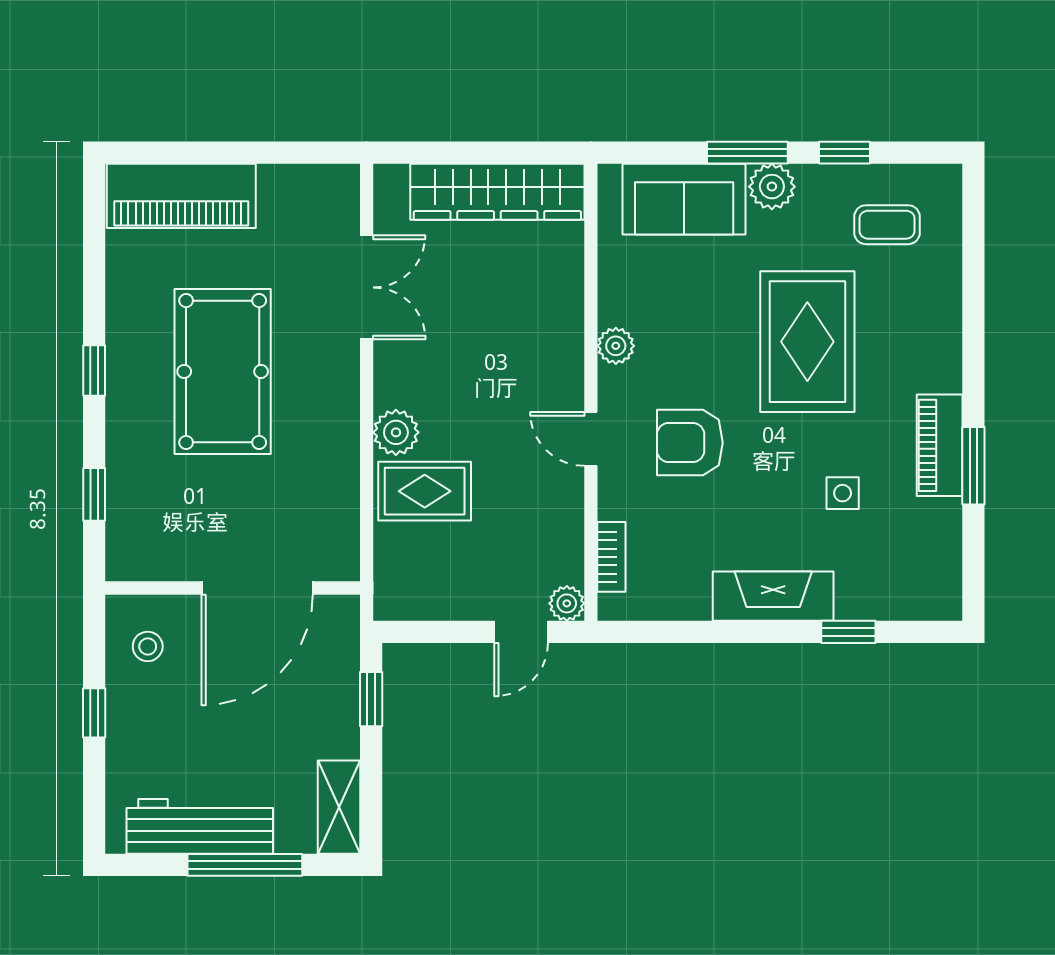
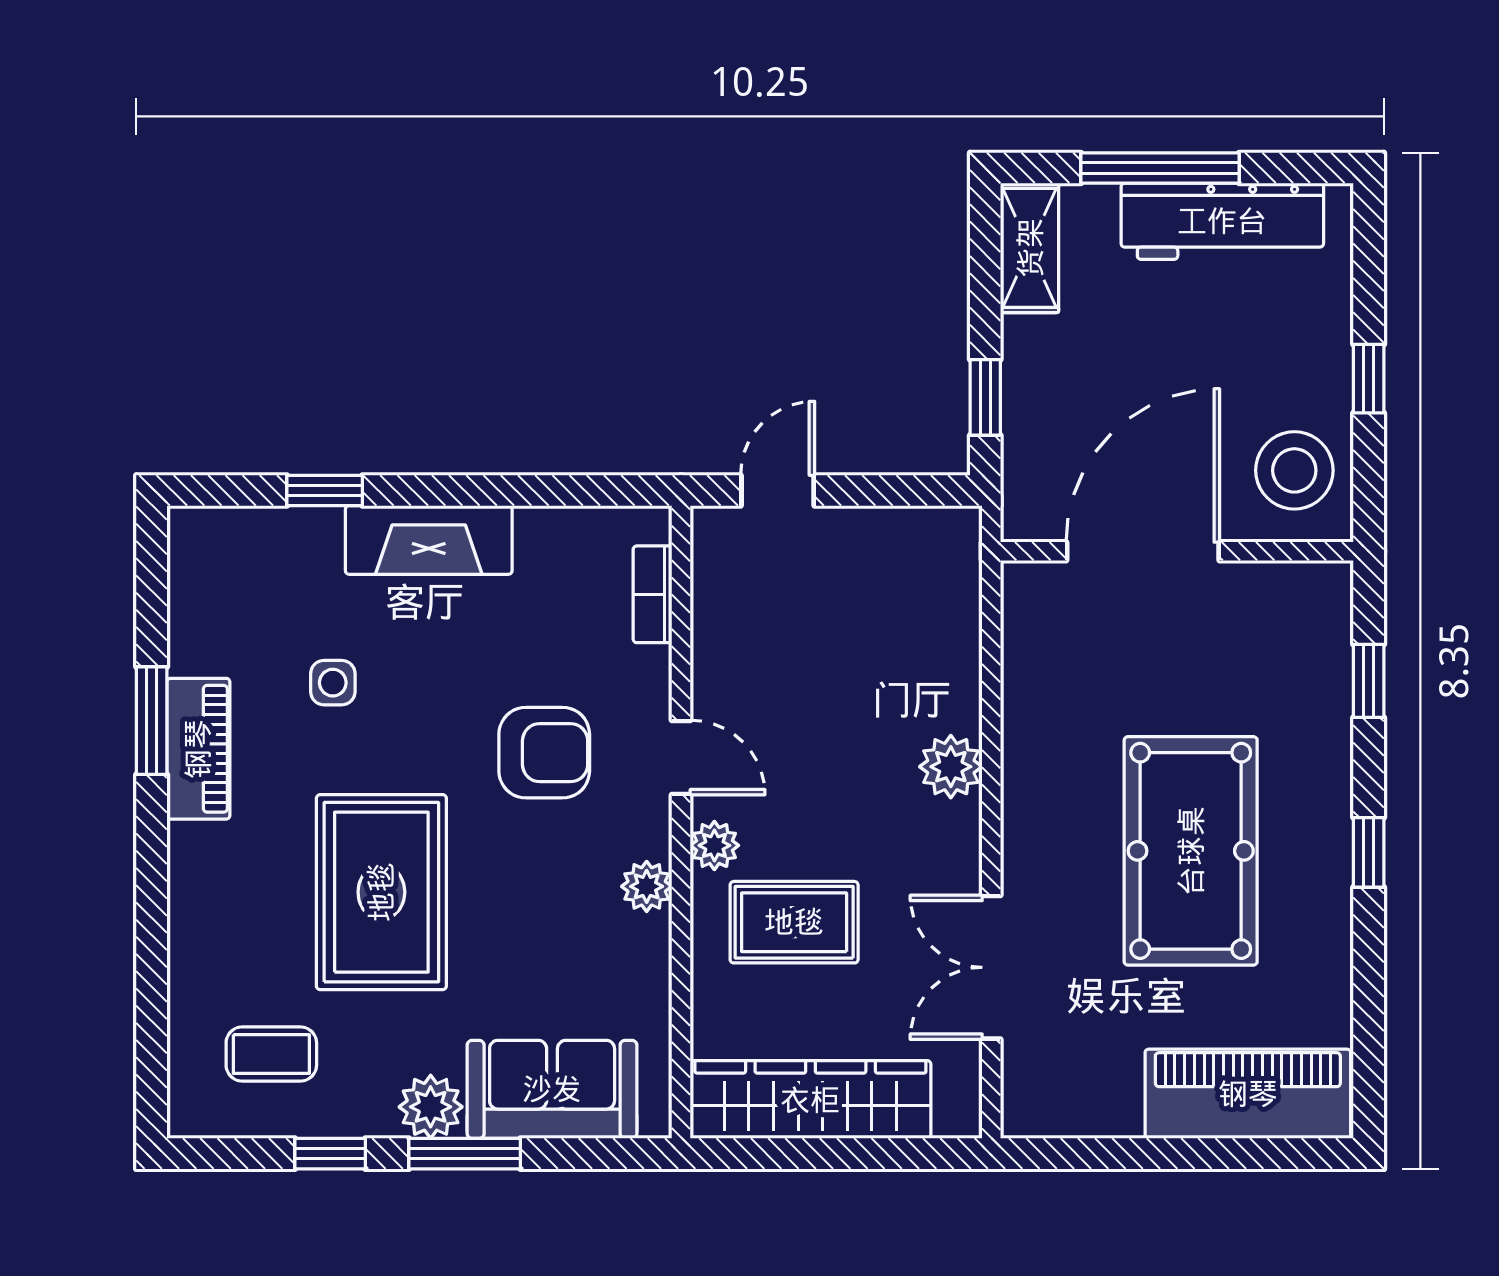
rug: (425, 491) -> (794, 922), moved
plant: (567, 603) -> (714, 845), moved
stool: (148, 646) -> (1294, 470), width x1.89, depth x1.89

